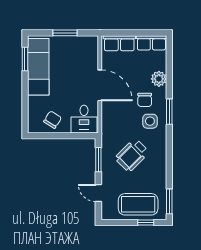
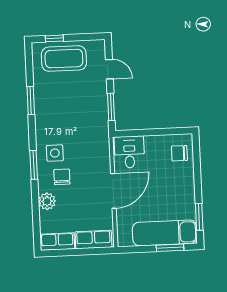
window: (65, 33) -> (170, 248), moved
exam couch: (38, 67) -> (165, 233), moved, turned 90
door: (100, 85) -> (113, 191), swing flipped
chair: (53, 120) -> (179, 153), moved, turned 58
wheelchair: (132, 155) -> (73, 114), removed
window: (169, 201) -> (31, 100), moved

